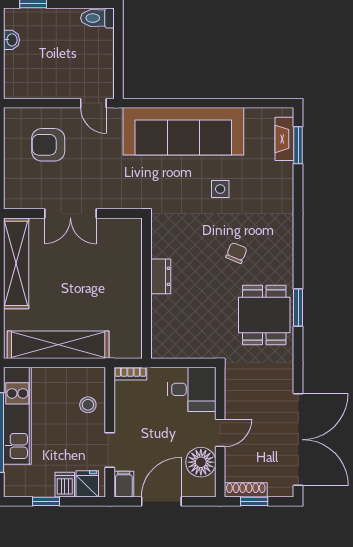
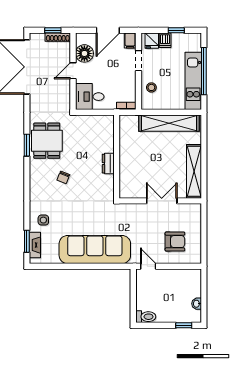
side table: (220, 189) -> (43, 220), moved

